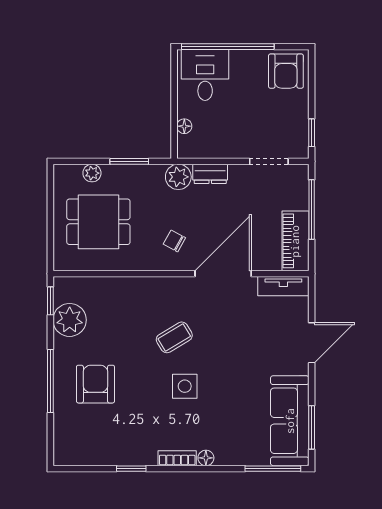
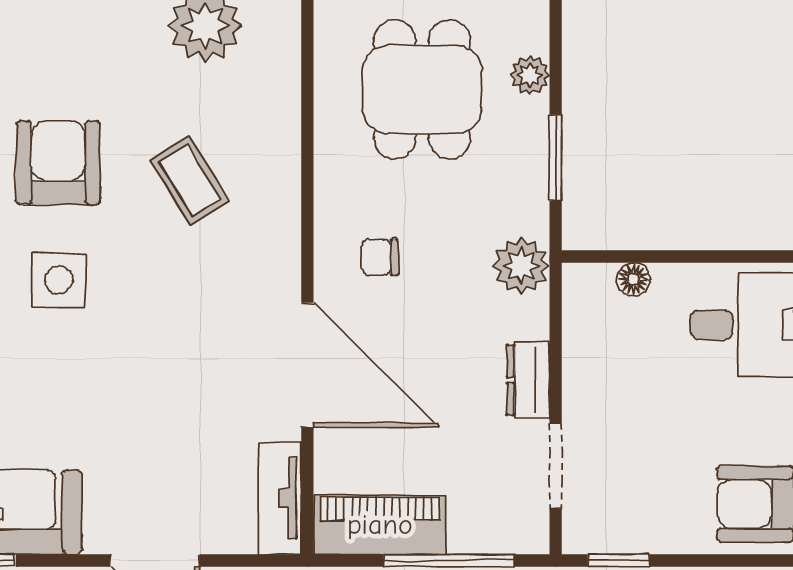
dresser: (210, 174) -> (528, 380), moved
chair: (174, 241) -> (380, 257), turned -119
coffee table: (174, 337) -> (190, 181), moved
armchair: (95, 384) -> (58, 163), moved, turned -90

